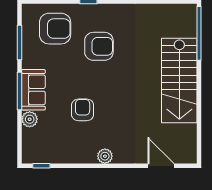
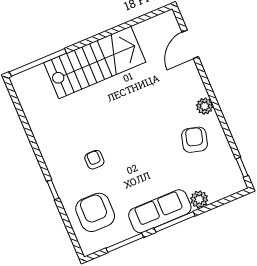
armchair: (99, 46) -> (94, 160), width x0.53, depth x0.53
sofa: (33, 90) -> (160, 211), width x1.36
armchair: (83, 110) -> (194, 140), moved, turned 105

